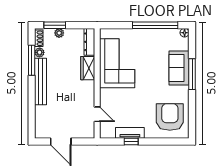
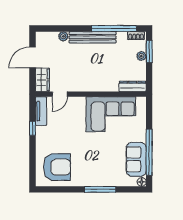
plant: (40, 52) -> (63, 36), moved
window: (32, 60) -> (114, 28), width x1.46
wardrobe: (88, 68) -> (42, 80), moved, turned 90
sofa: (179, 68) -> (136, 159), moved, turned -90
tv unit: (130, 133) -> (41, 111), moved

